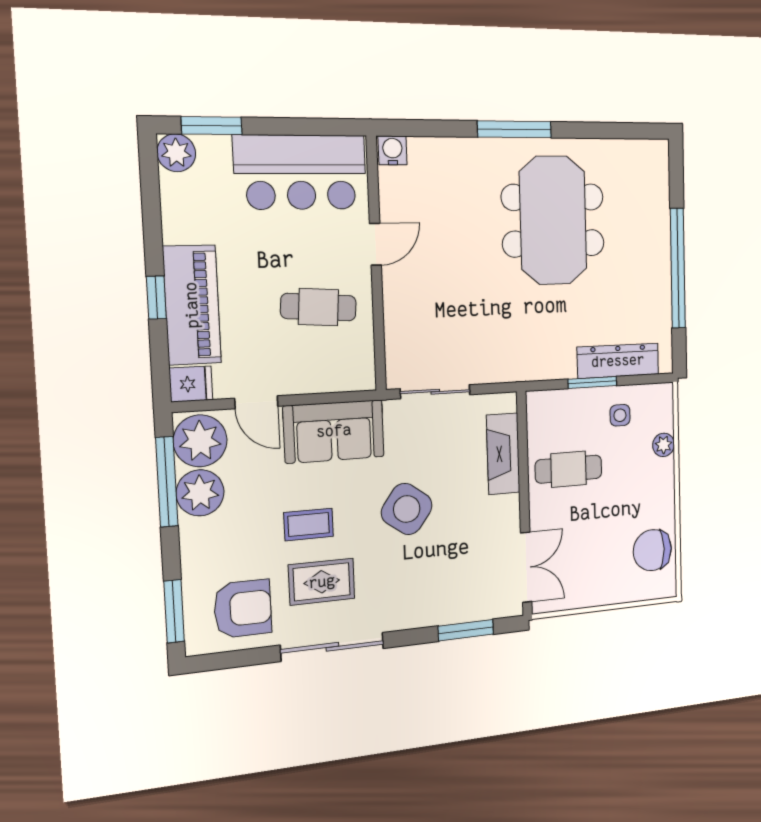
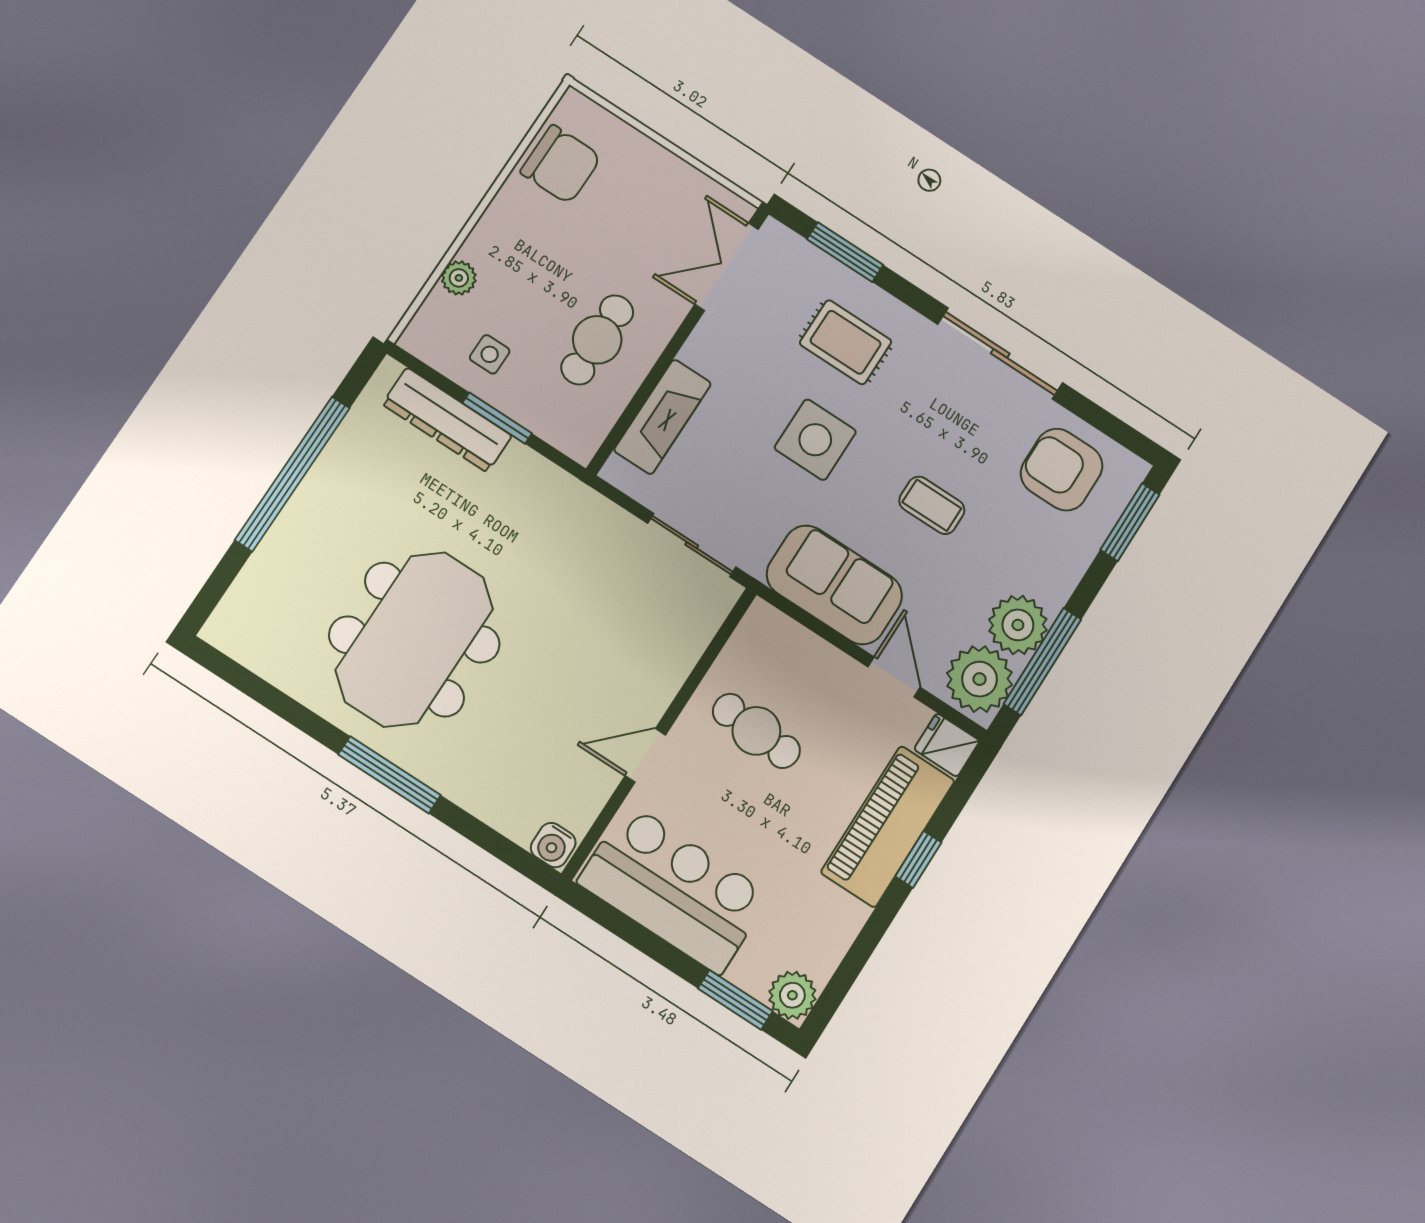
cafe table: (569, 469) -> (597, 340), turned 90
side table: (407, 509) -> (815, 440), turned -36
rug: (322, 582) -> (846, 342), moved

